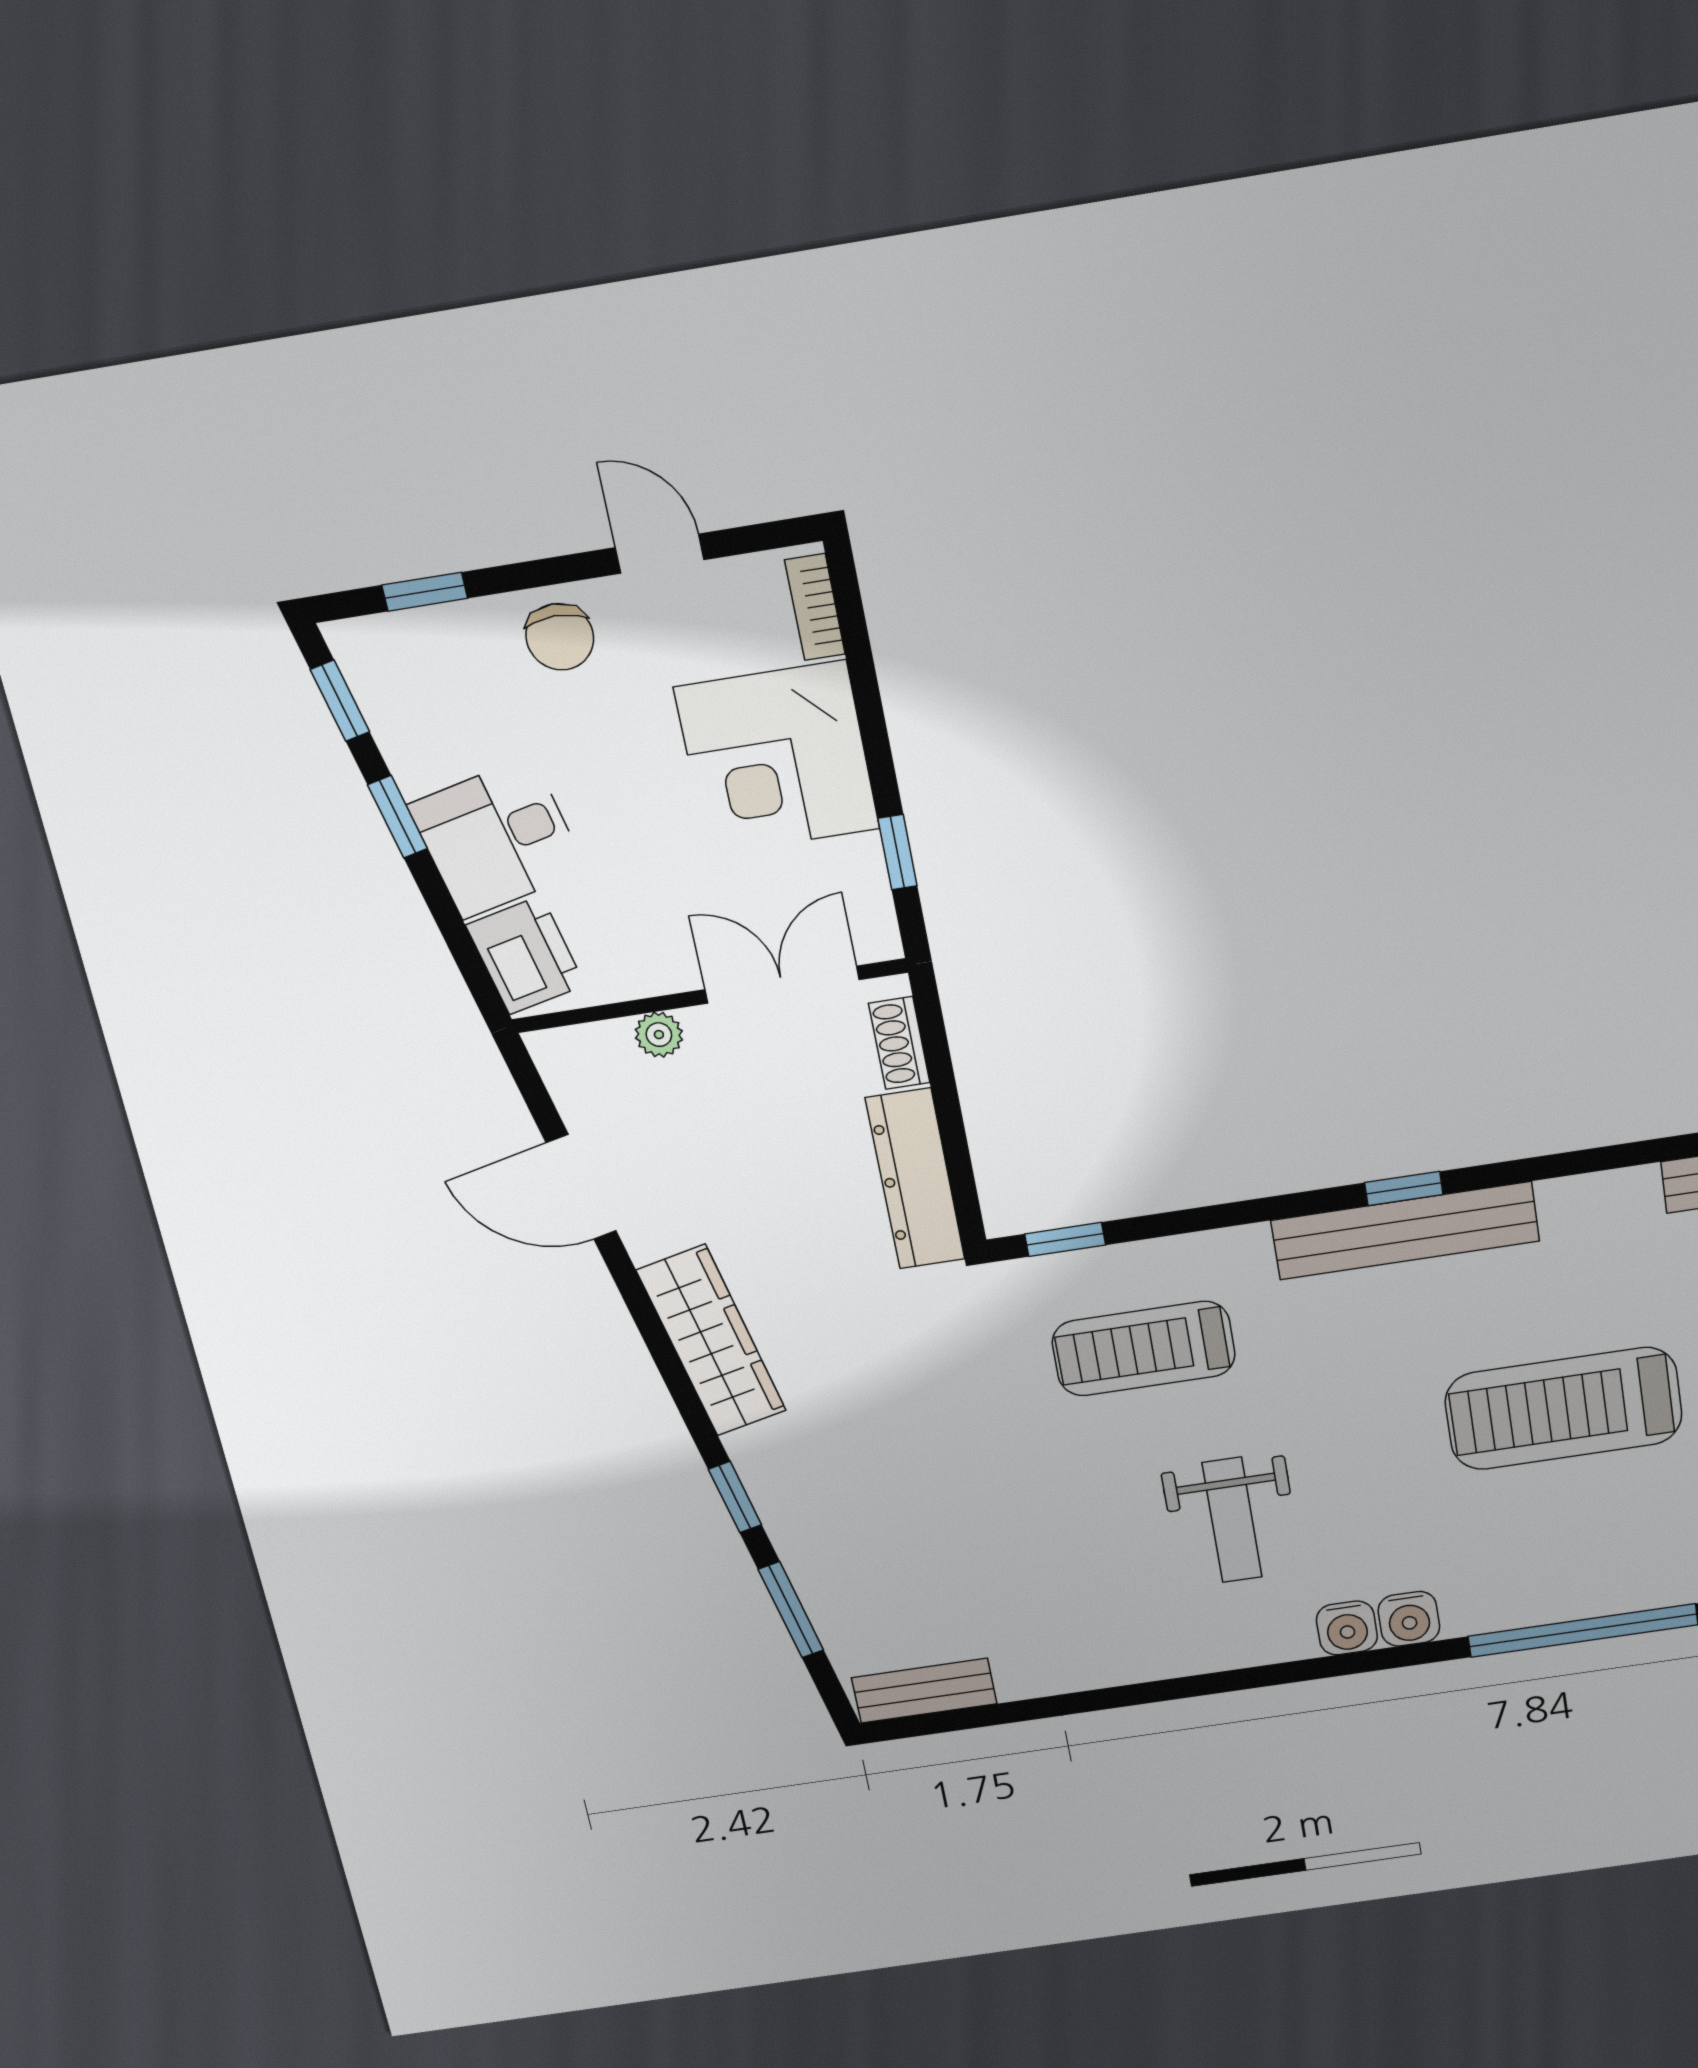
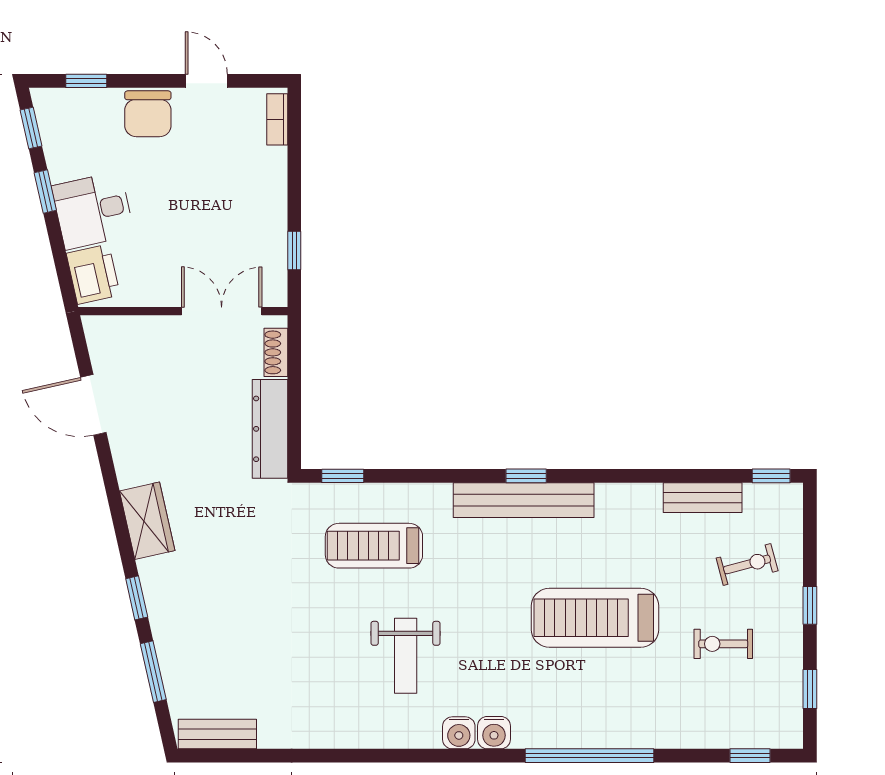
chair: (560, 637) -> (148, 114), width x1.37, depth x1.37
corner desk: (777, 758) -> (243, 192), removed
plant: (659, 1035) -> (152, 328), removed
wardrobe: (711, 1341) -> (147, 521), width x0.67

